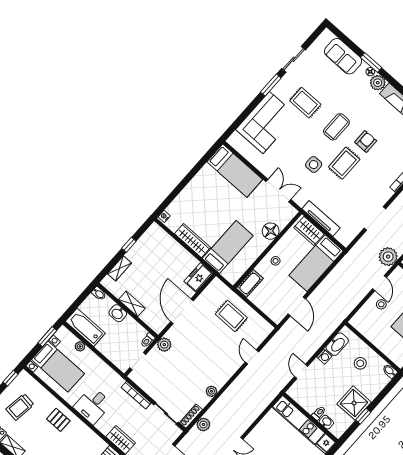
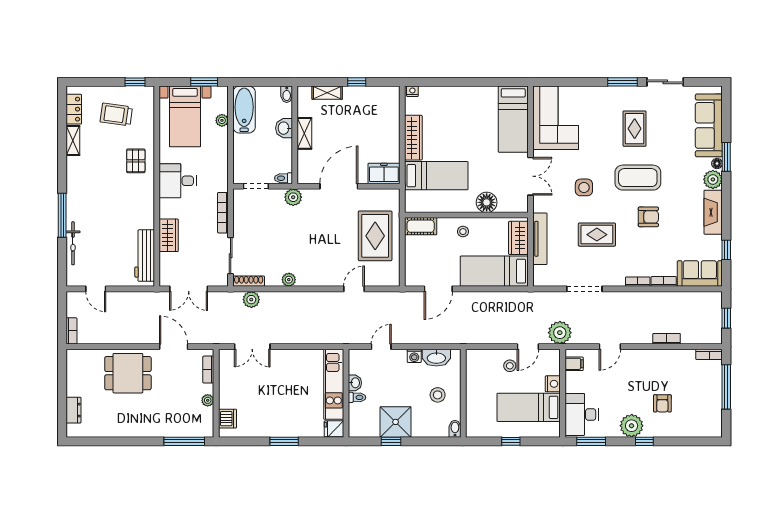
sofa: (343, 56) -> (709, 125), width x1.36
corner sofa: (266, 123) -> (556, 118), moved, turned -90
coffee table: (336, 127) -> (638, 178), width x1.36, depth x1.32
rug: (344, 163) -> (597, 235), moved
rug: (231, 316) -> (375, 236), width x1.36, depth x1.43
washbasin: (326, 422) -> (355, 383), moved

